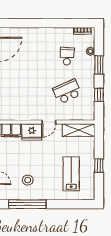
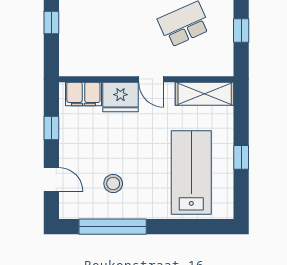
door: (49, 122) -> (151, 79), hinge flipped
lab bench: (71, 174) -> (191, 172), width x1.36, depth x1.39

